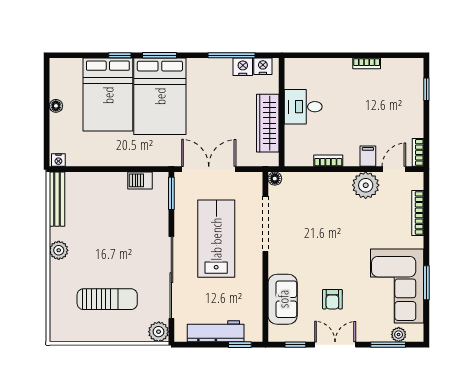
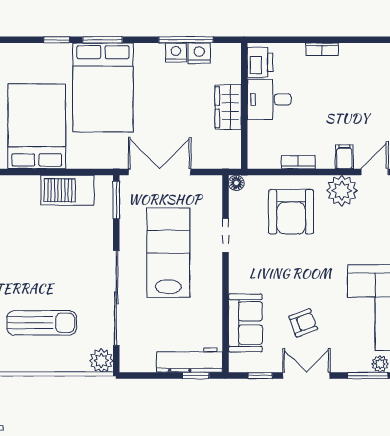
bookcase: (367, 63) -> (322, 49), moved
nightstand: (263, 66) -> (176, 52), moved
printer: (295, 75) -> (260, 62), added
bed: (108, 95) -> (37, 126), moved, turned 180
wardrobe: (268, 123) -> (228, 107), width x0.67
barbecue: (140, 180) -> (68, 190), width x1.88, depth x1.53
armchair: (322, 203) -> (291, 212), added
doorway: (265, 224) -> (225, 235), width x0.53
armchair: (332, 299) -> (303, 323), turned -110
workbench: (216, 331) -> (190, 360), moved

